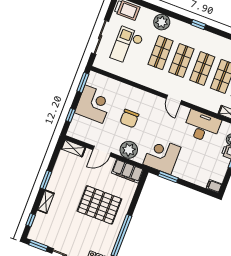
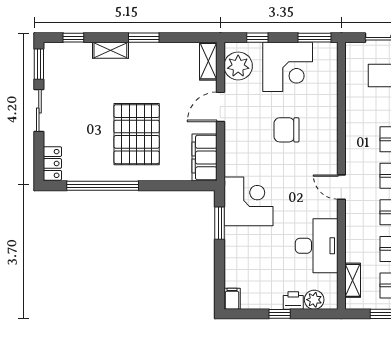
door: (174, 100) -> (341, 187), hinge flipped
plant: (129, 150) -> (238, 66), moved
door: (102, 151) -> (220, 107), hinge flipped

